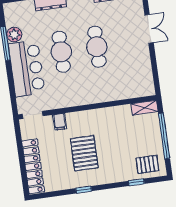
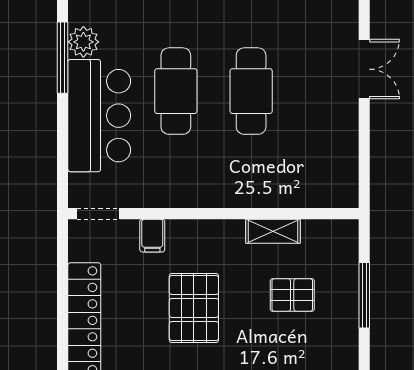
shelving: (144, 108) -> (273, 231), moved
window: (164, 136) -> (364, 295), width x0.68
pallet: (147, 164) -> (292, 295), moved

